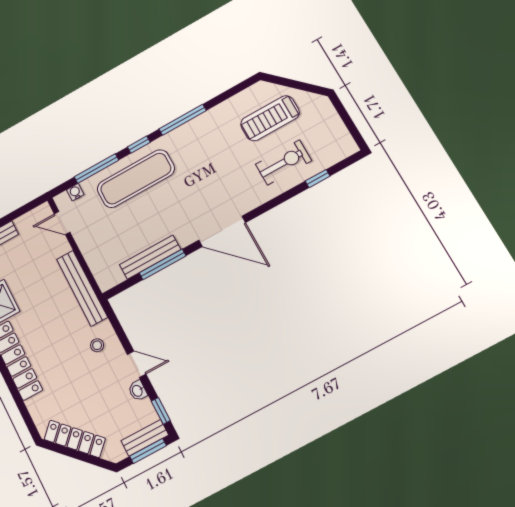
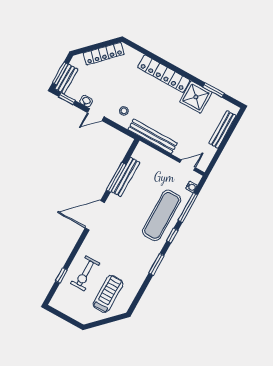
window: (183, 120) -> (156, 264), width x0.69

